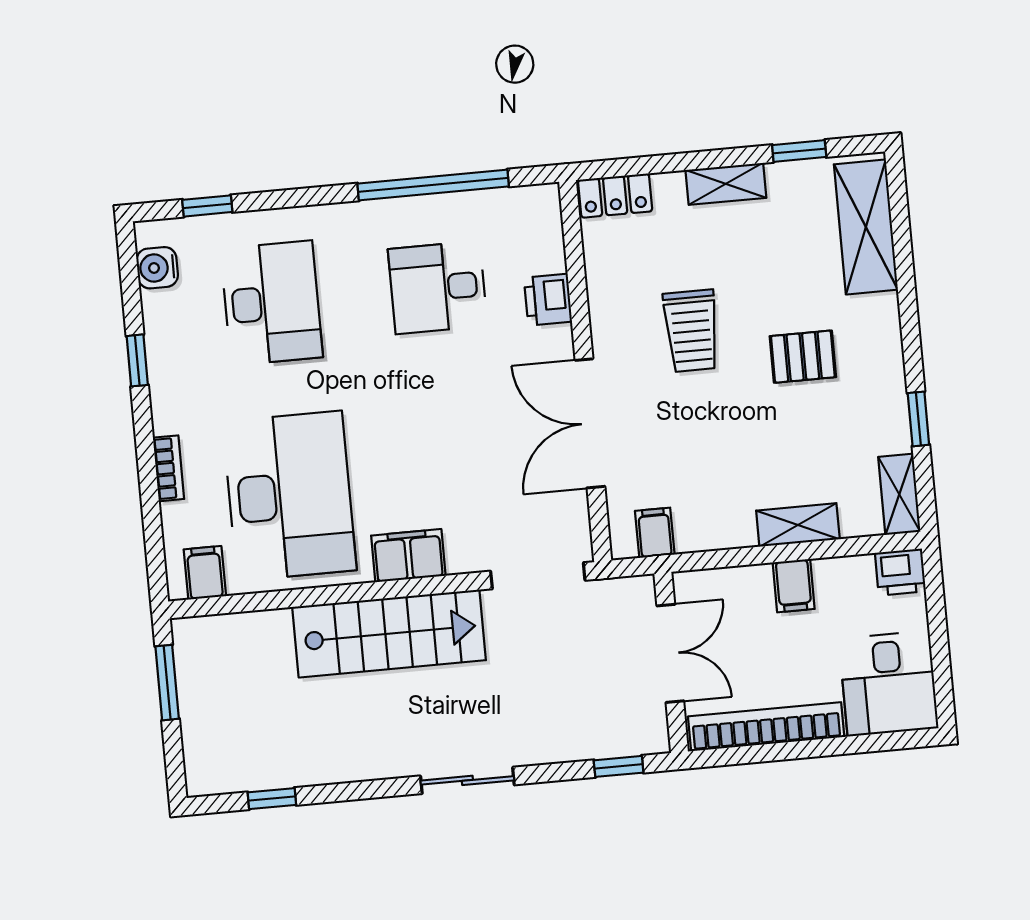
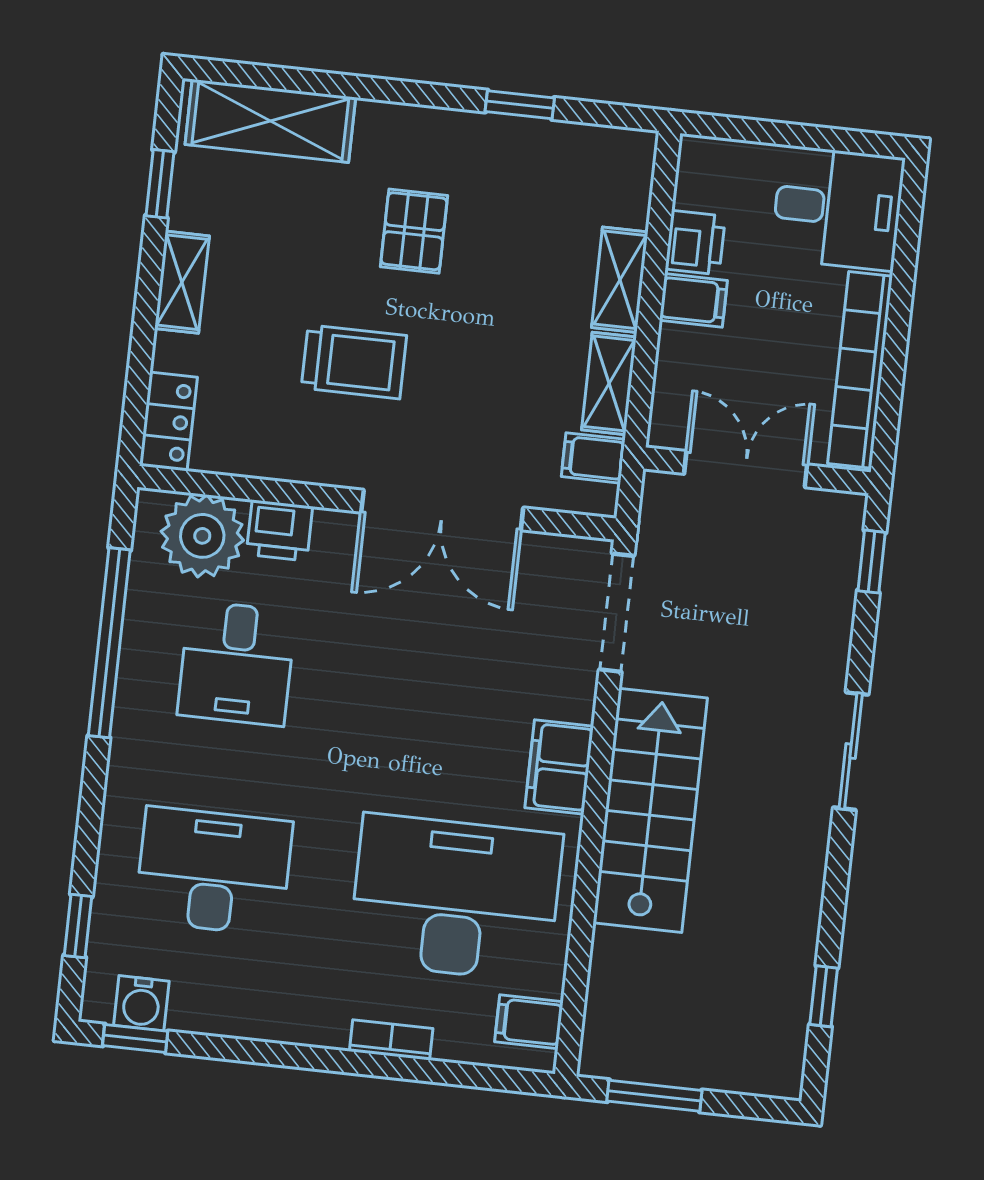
plant: (531, 240) -> (202, 536), added
window: (137, 360) -> (135, 1038), moved
shelving: (899, 494) -> (609, 383), moved, turned 90
printer: (900, 572) -> (695, 243), moved

